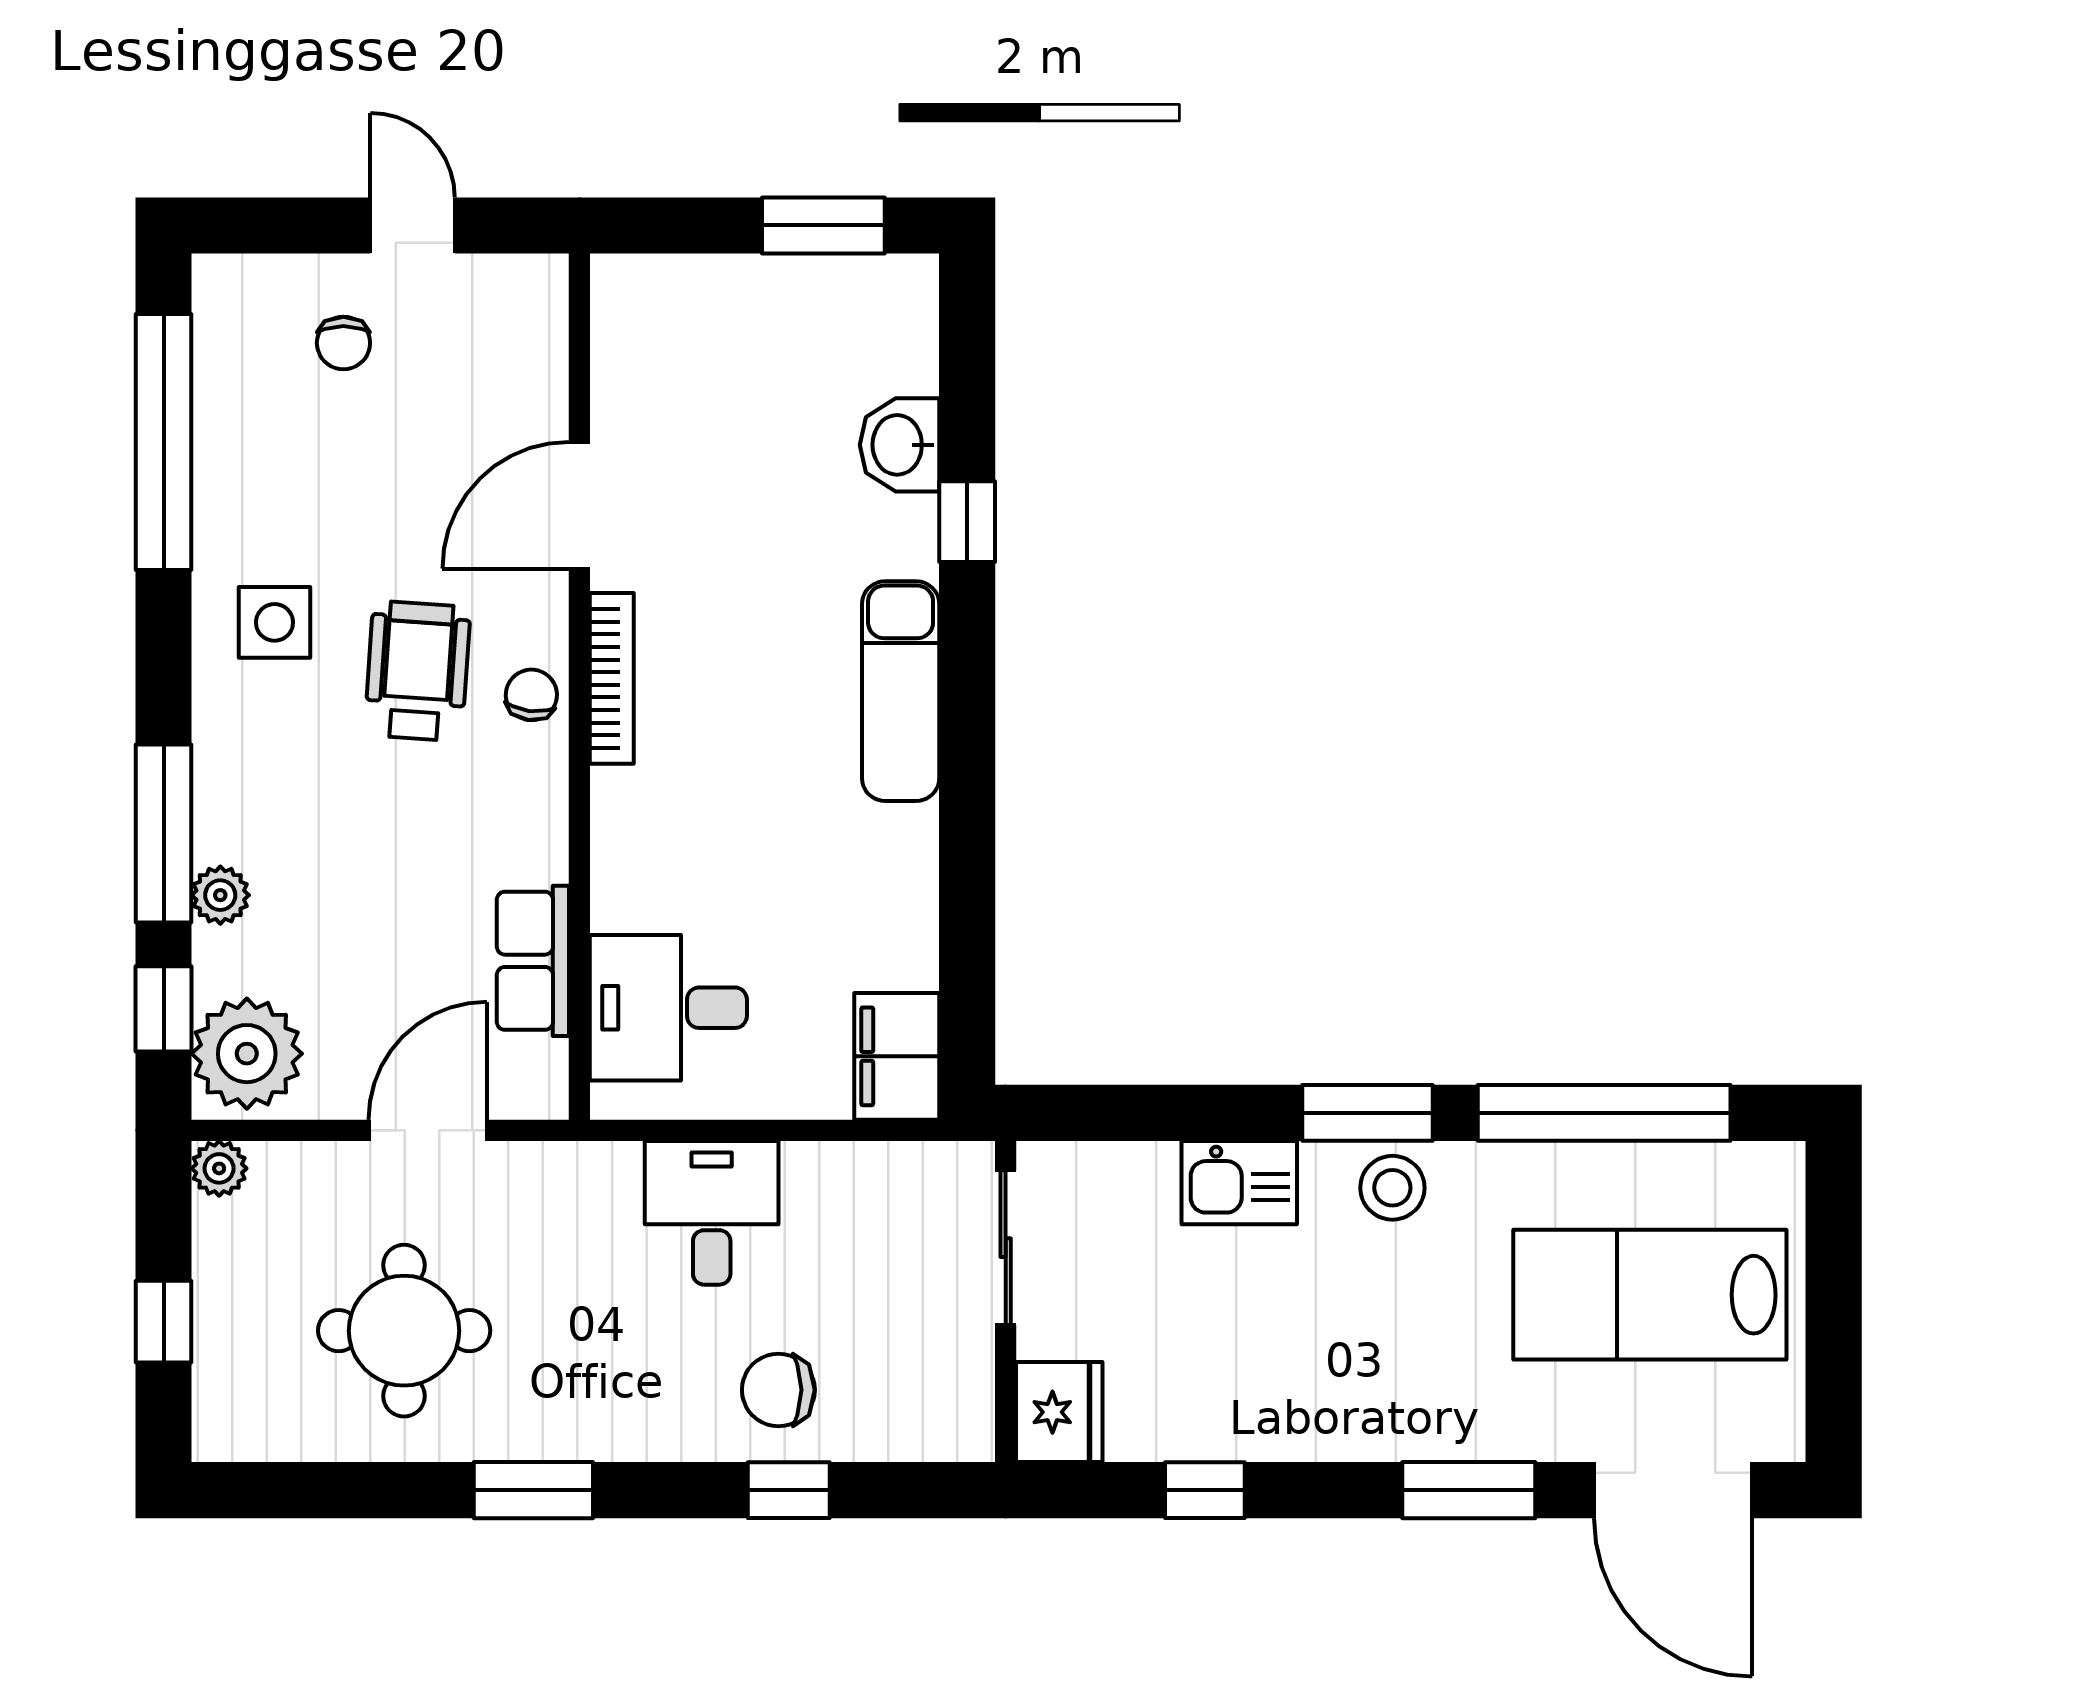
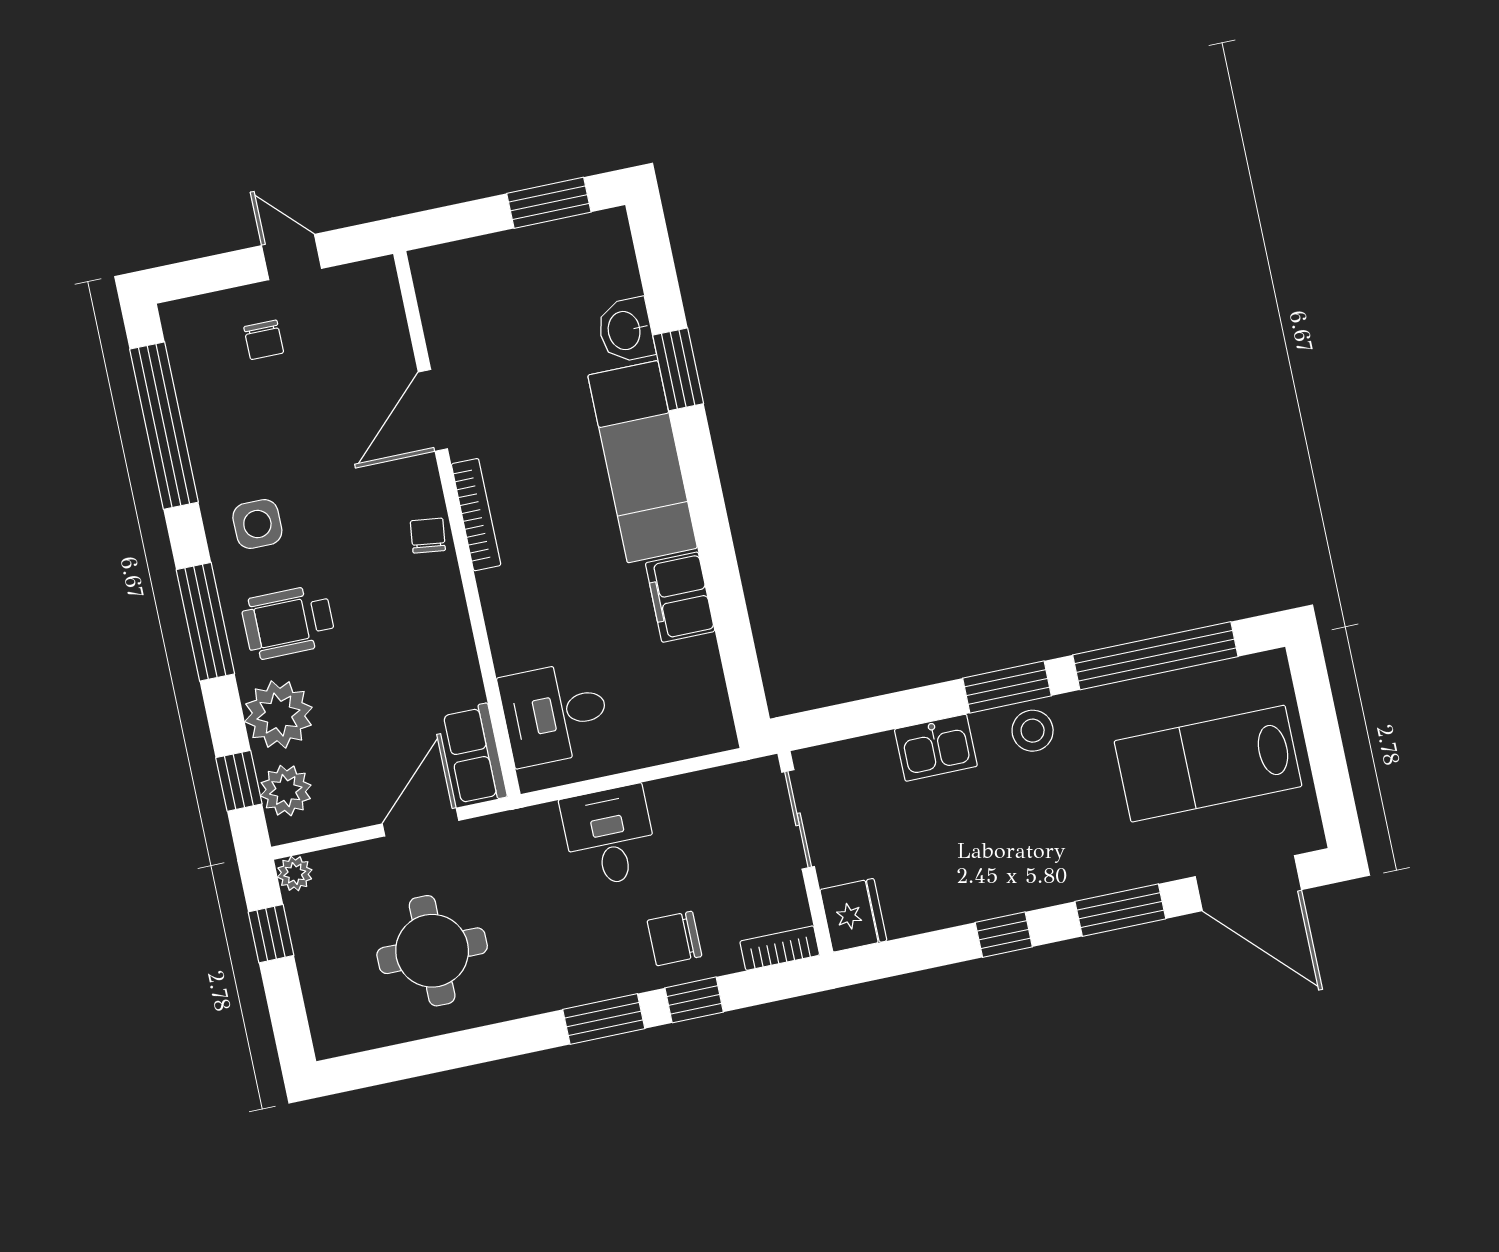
window: (967, 522) -> (678, 369), width x1.50
wheelchair: (417, 671) -> (288, 622), moved, turned -94
exam couch: (901, 691) -> (643, 462), width x1.36, depth x1.45
window: (164, 833) -> (205, 622), moved
plant: (220, 895) -> (278, 715), width x1.87, depth x1.87
row of seats: (533, 961) -> (475, 754), moved
plant: (247, 1054) -> (286, 791), width x0.73, depth x0.73
filing cabinet: (897, 1056) -> (680, 597), moved
window: (164, 1322) -> (271, 934), moved
bookcase: (936, 1439) -> (780, 948), added
window: (533, 1490) -> (604, 1019), moved
window: (1205, 1490) -> (1004, 935), moved

